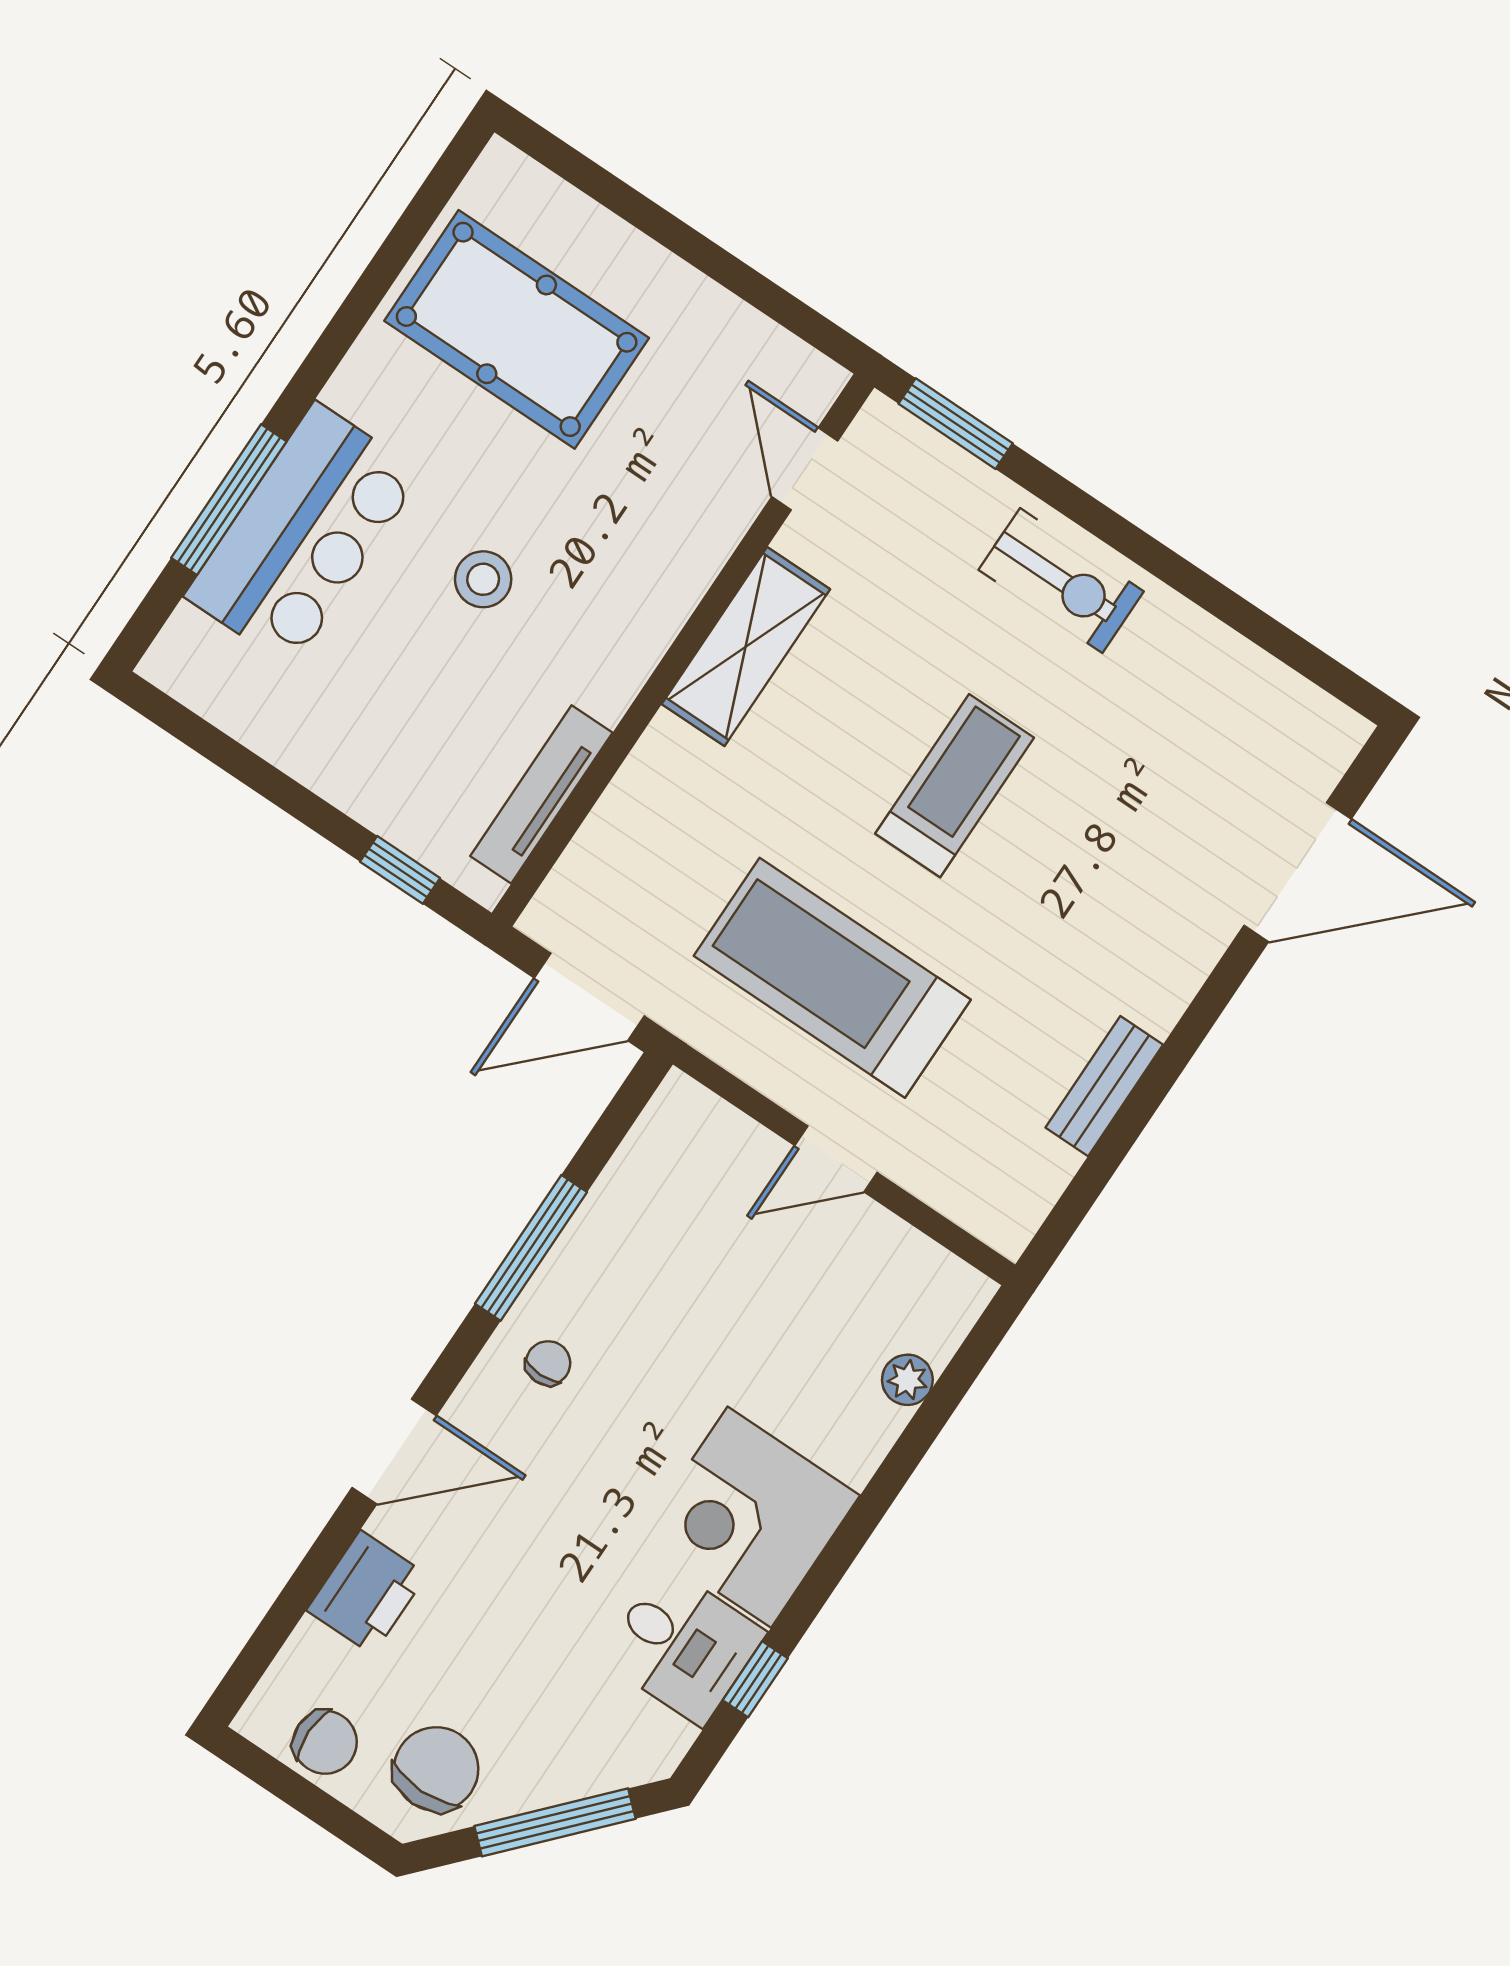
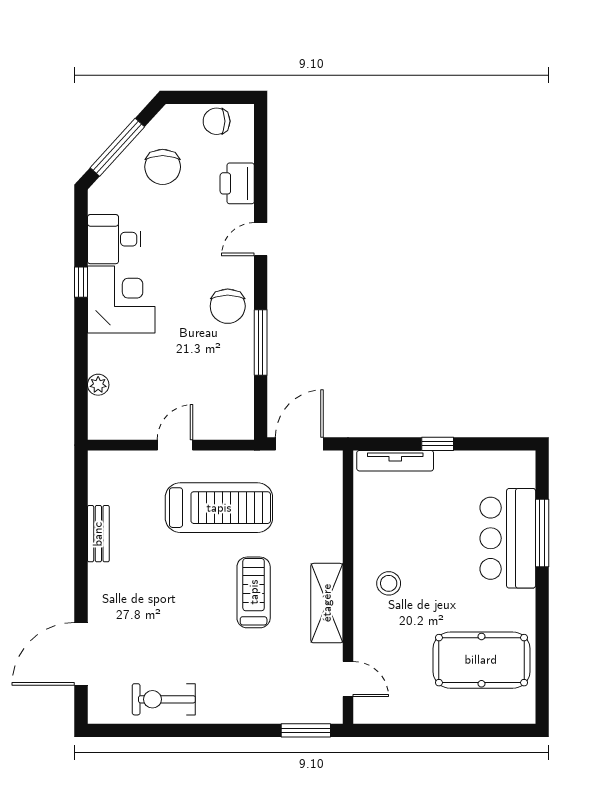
stool: (483, 579) -> (389, 583), moved
exercise bike: (1061, 581) -> (164, 699), moved
treadmill: (955, 786) -> (254, 592), moved, turned 180
tv unit: (541, 794) -> (395, 461), moved, turned 90
window: (400, 870) -> (438, 444), moved
chair: (548, 1363) -> (228, 306), width x1.87, depth x1.87
door: (394, 1451) -> (261, 239), width x0.73
window: (755, 1679) -> (81, 282), moved
chair: (436, 1769) -> (163, 167), moved

